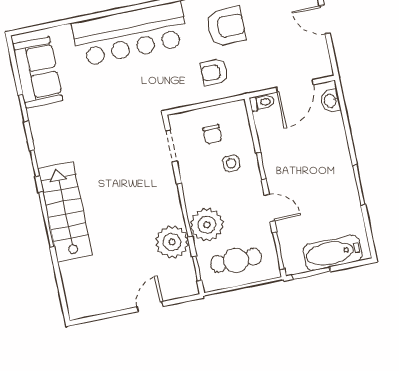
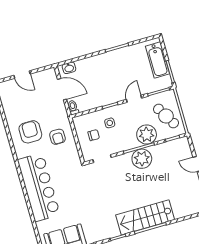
door: (325, 19) -> (22, 75), hinge flipped
plant: (172, 242) -> (142, 159), moved
cafe table: (236, 260) -> (166, 116), turned -31

